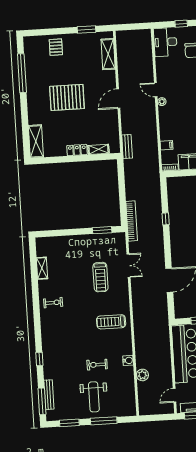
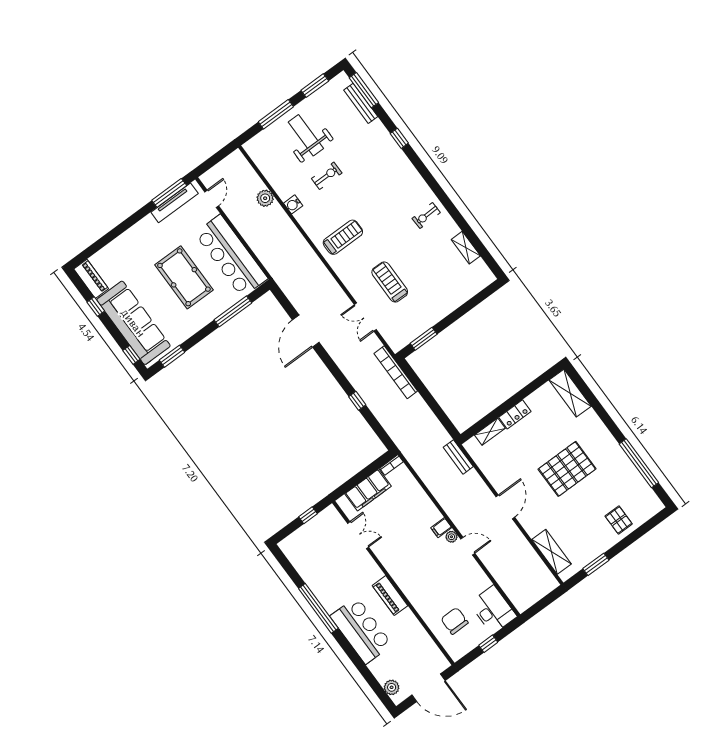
filing cabinet: (167, 145) -> (441, 528), moved

